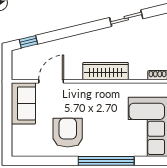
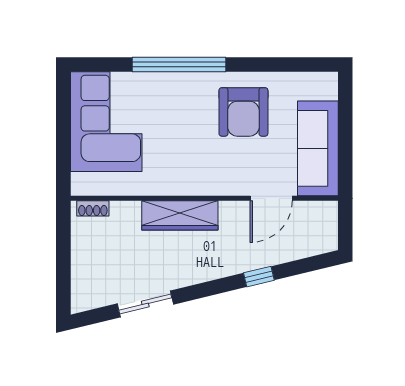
window: (28, 42) -> (259, 277), moved
sofa: (23, 103) -> (318, 148), width x1.36

